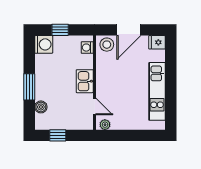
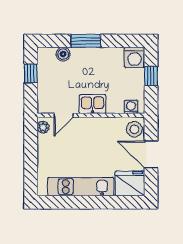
fridge: (157, 42) -> (130, 183), width x1.88, depth x1.34

